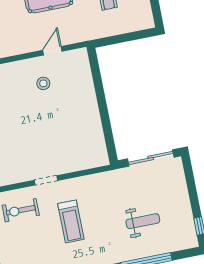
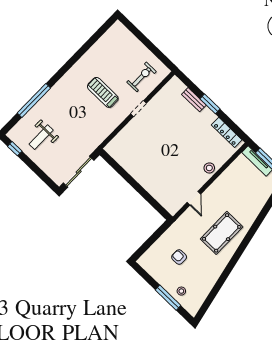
stool: (43, 83) -> (209, 168), moved
weight bench: (143, 221) -> (41, 137), moved

